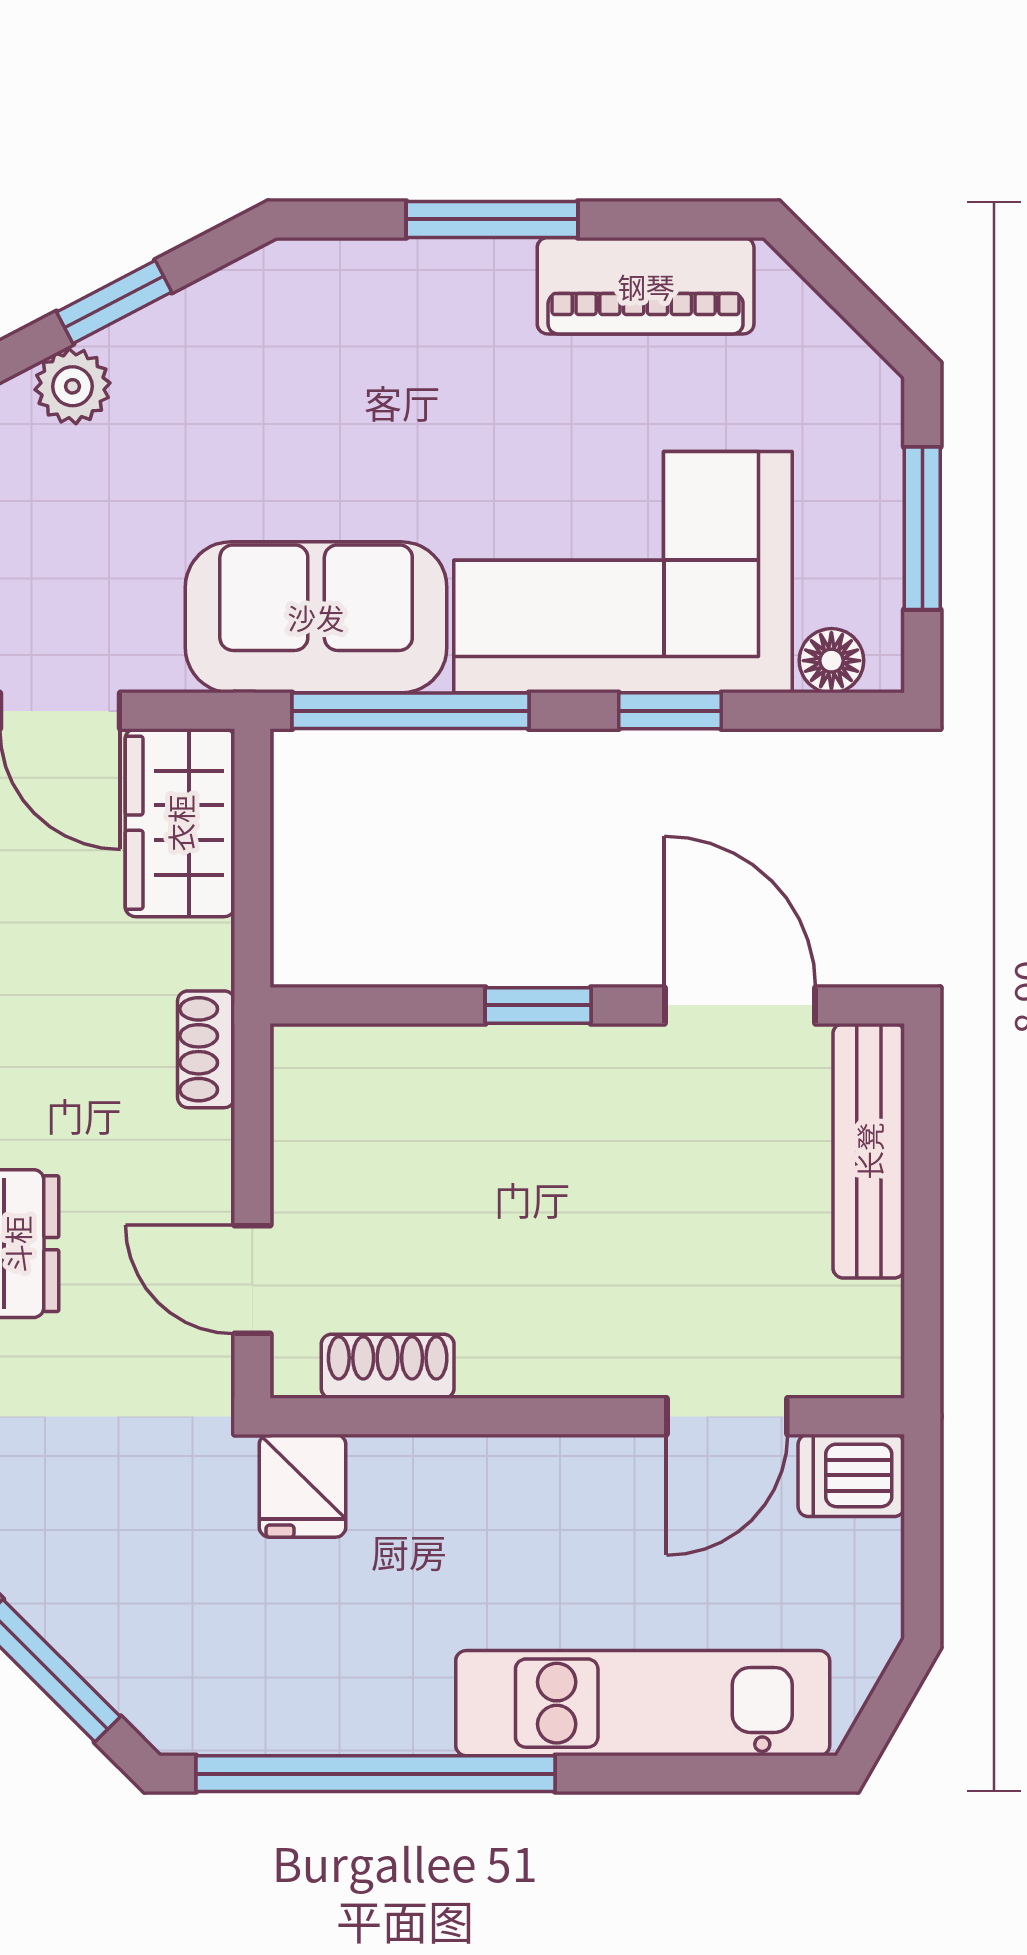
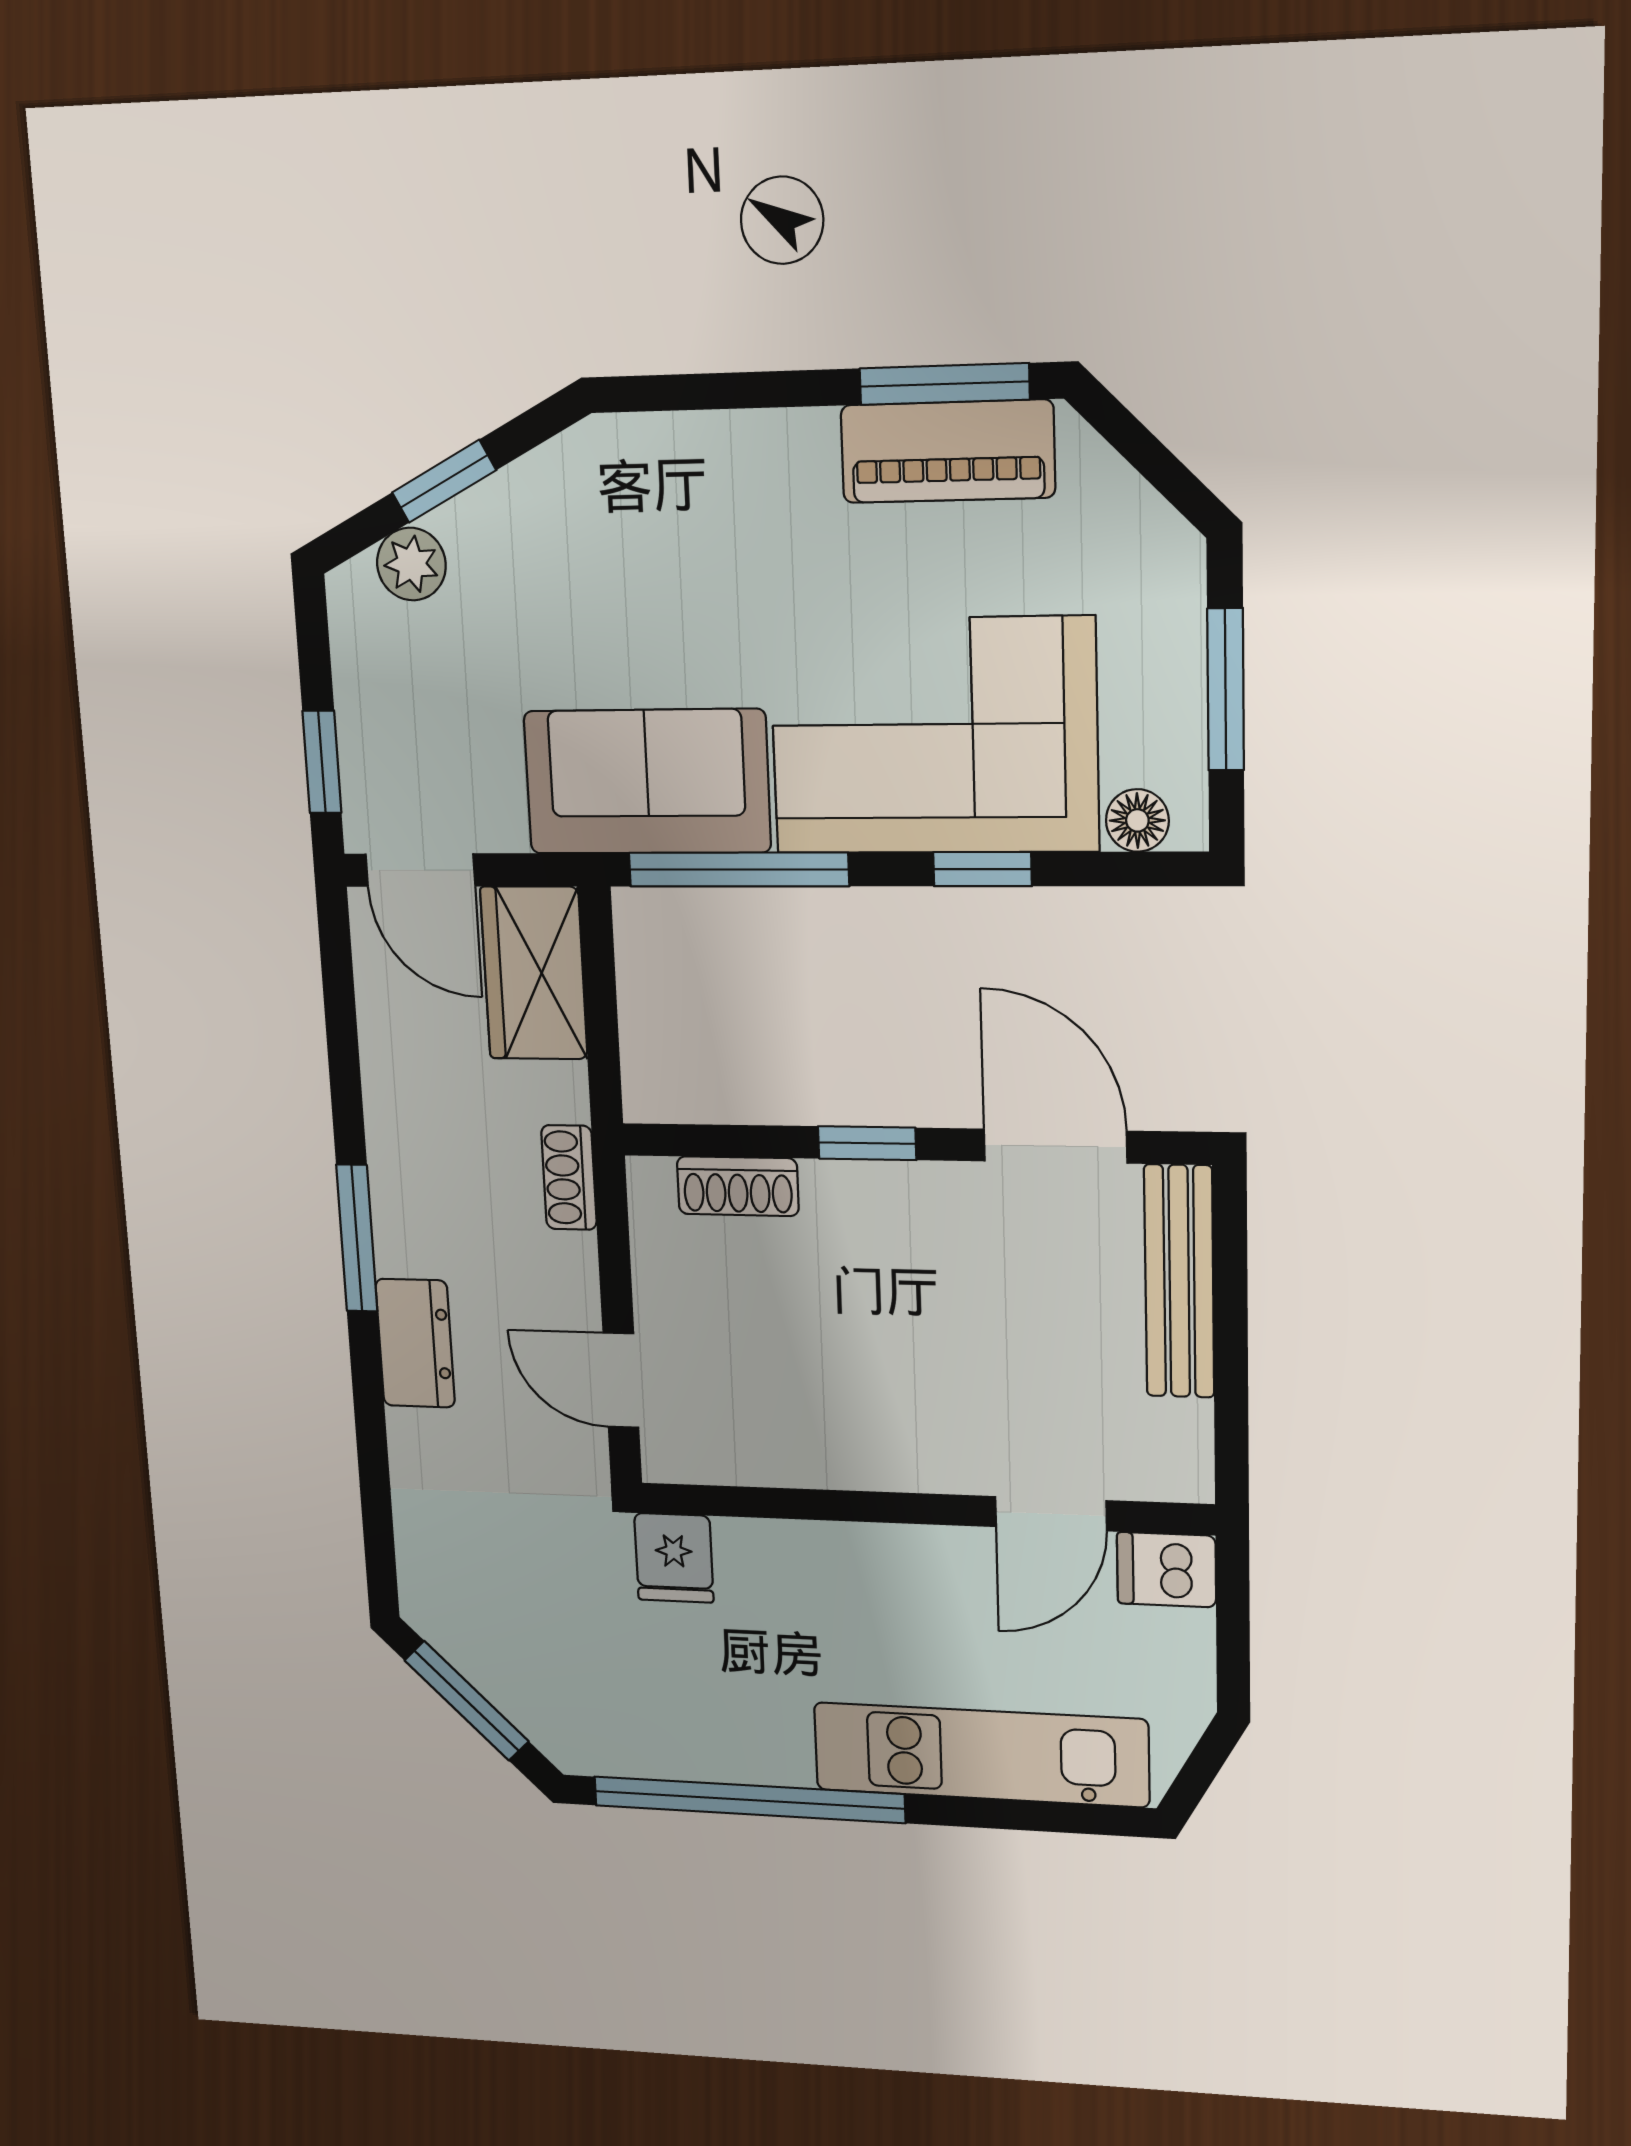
window: (492, 219) -> (944, 384), moved
shoe rack: (388, 1366) -> (738, 1186), moved, turned 180

